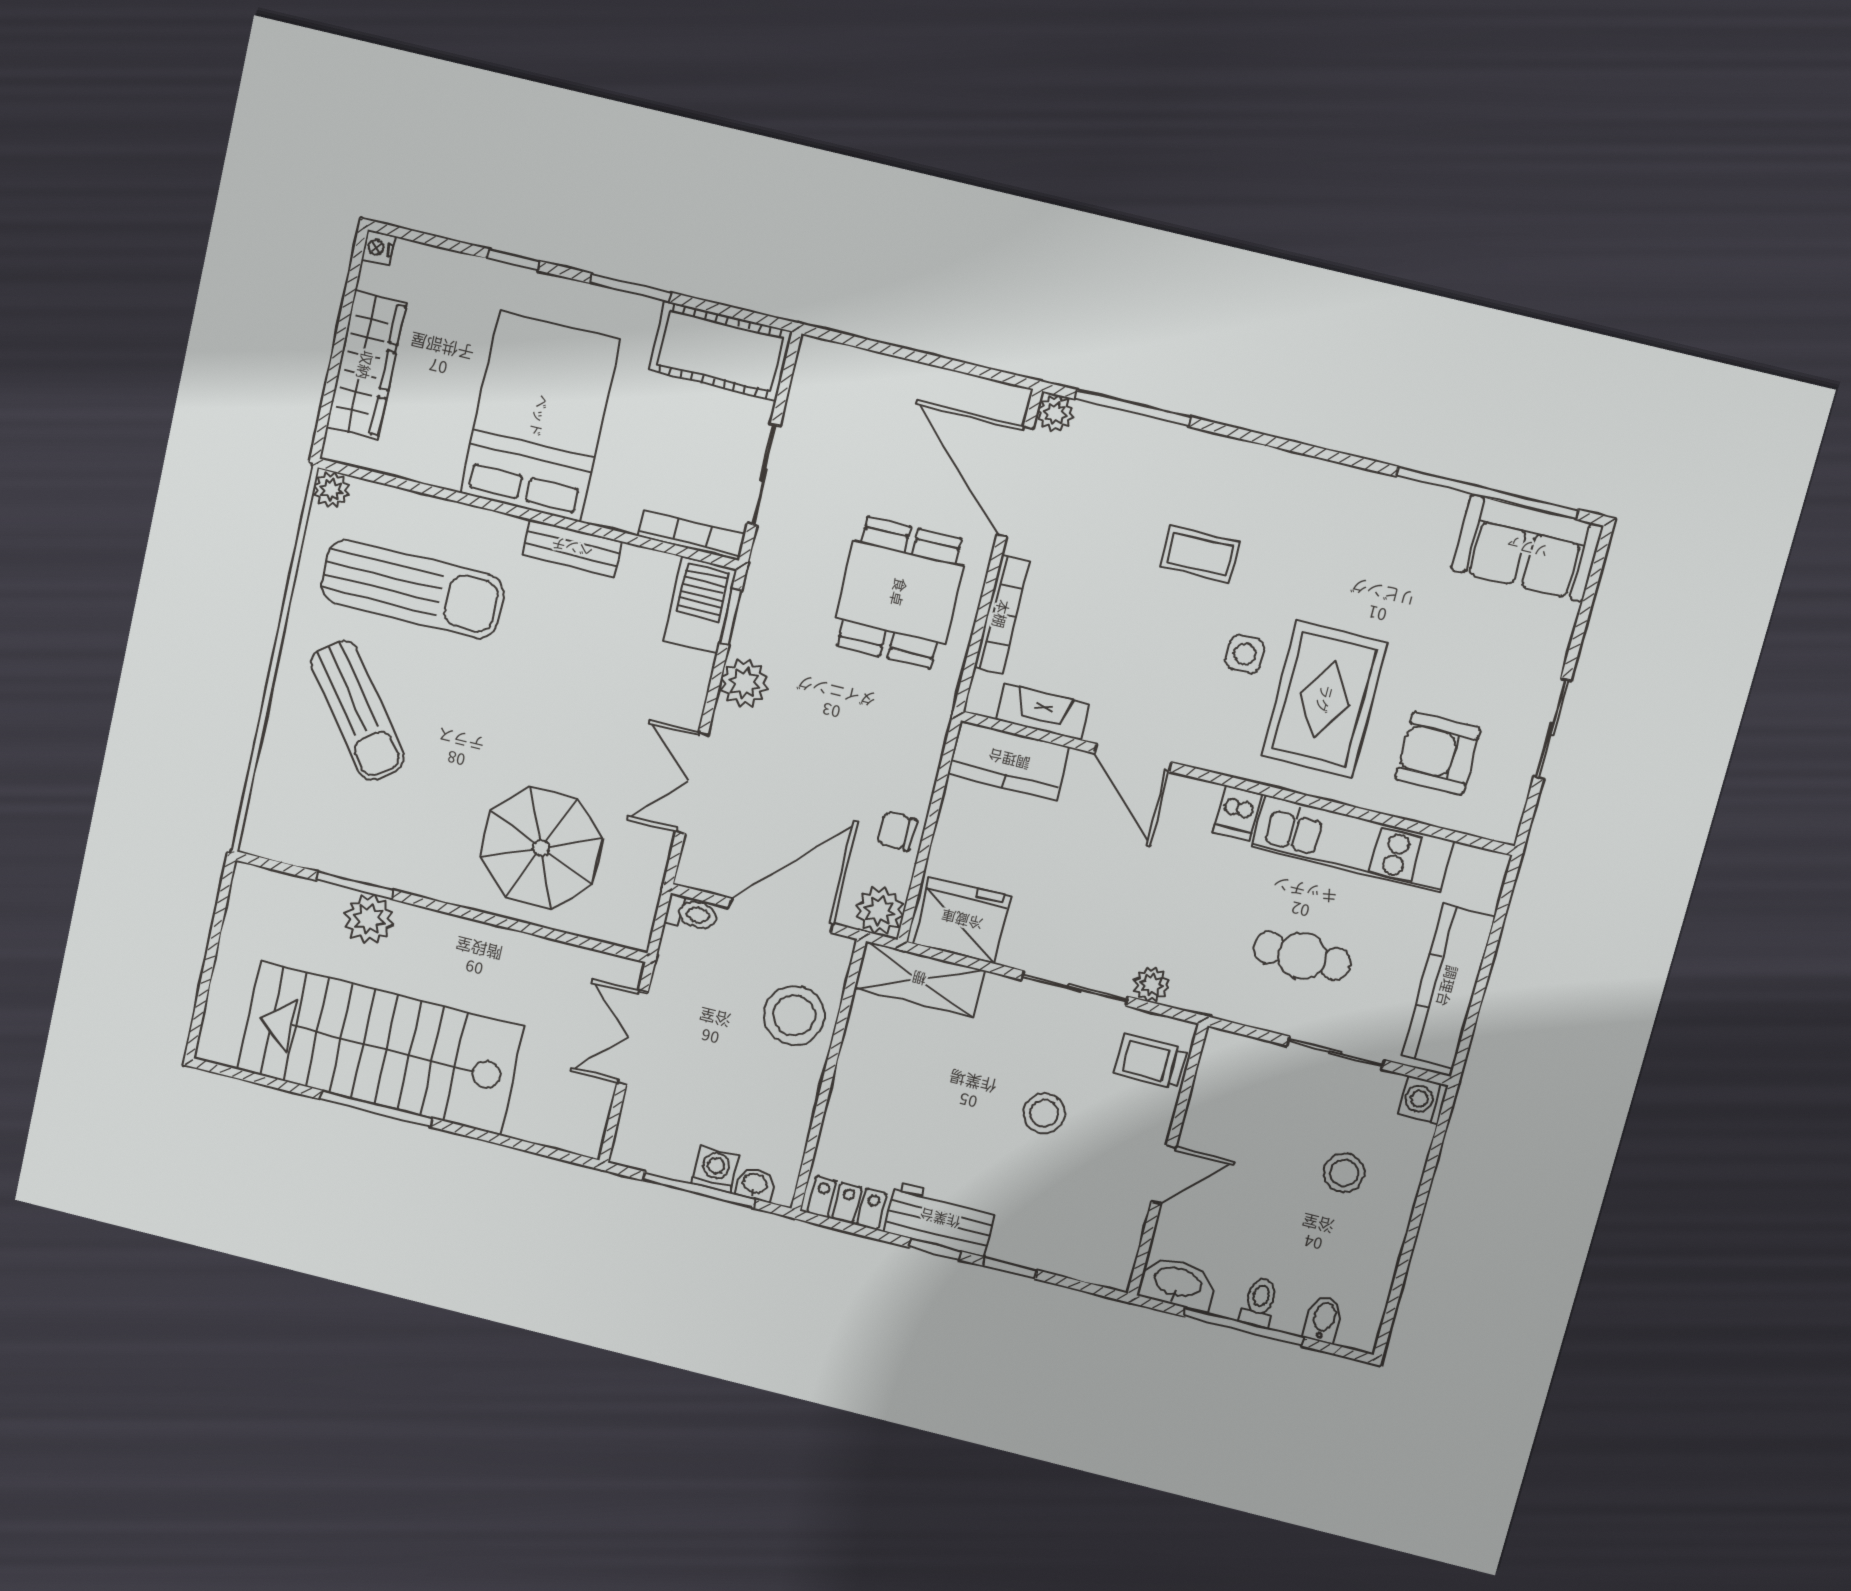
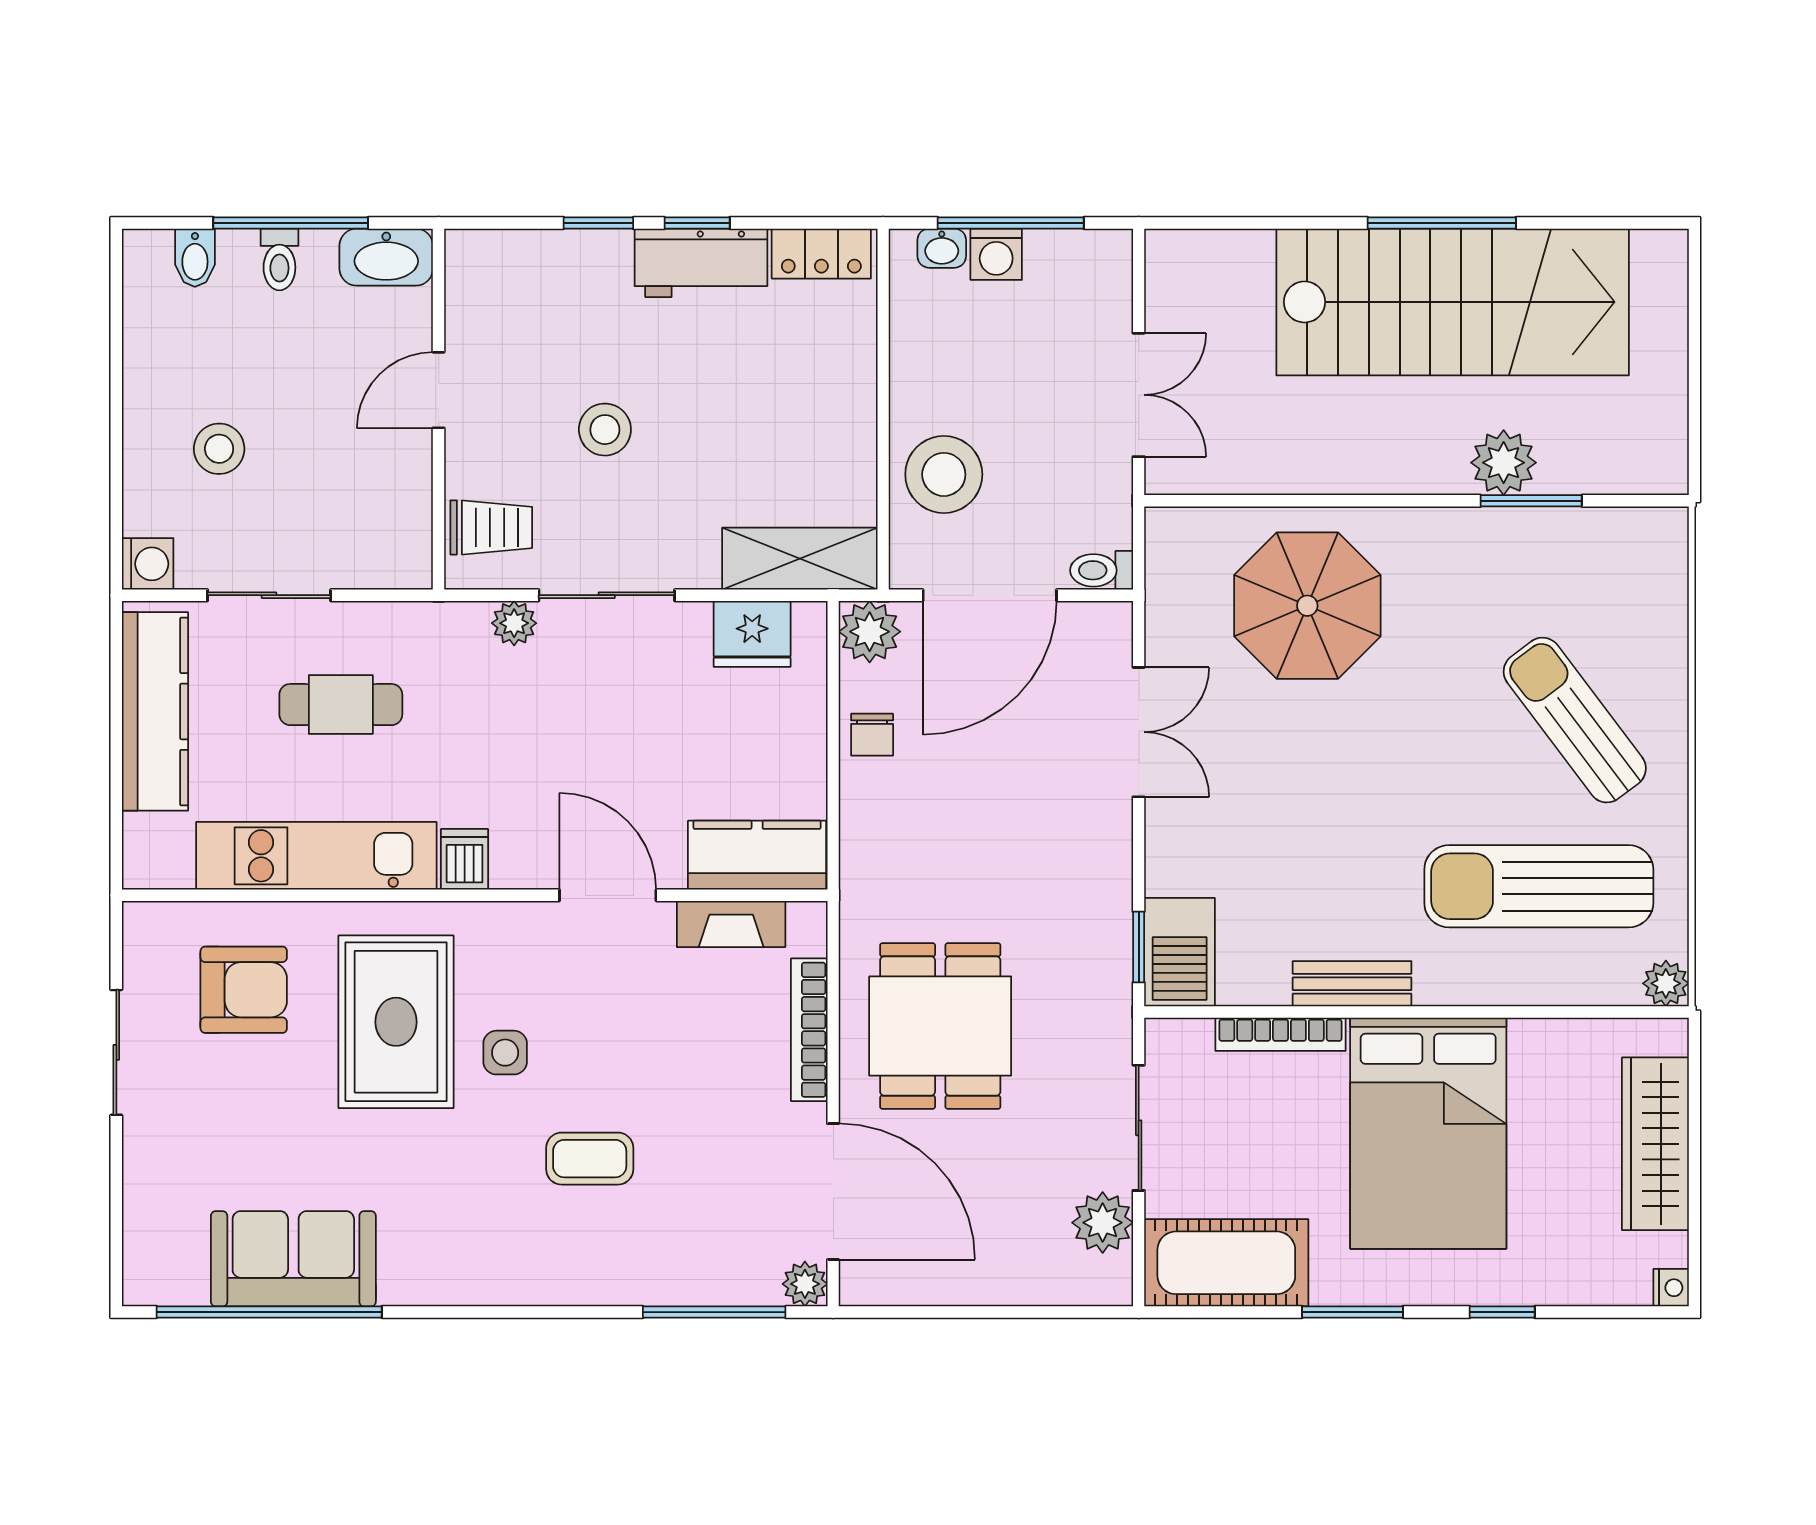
bookcase: (692, 535) -> (1281, 1034), moved
sofa: (1527, 548) -> (293, 1259), moved
plant: (745, 683) -> (1103, 1223), moved
chair: (897, 831) -> (872, 735), turned 90
fridge: (962, 920) -> (752, 634), width x0.73, depth x0.75

